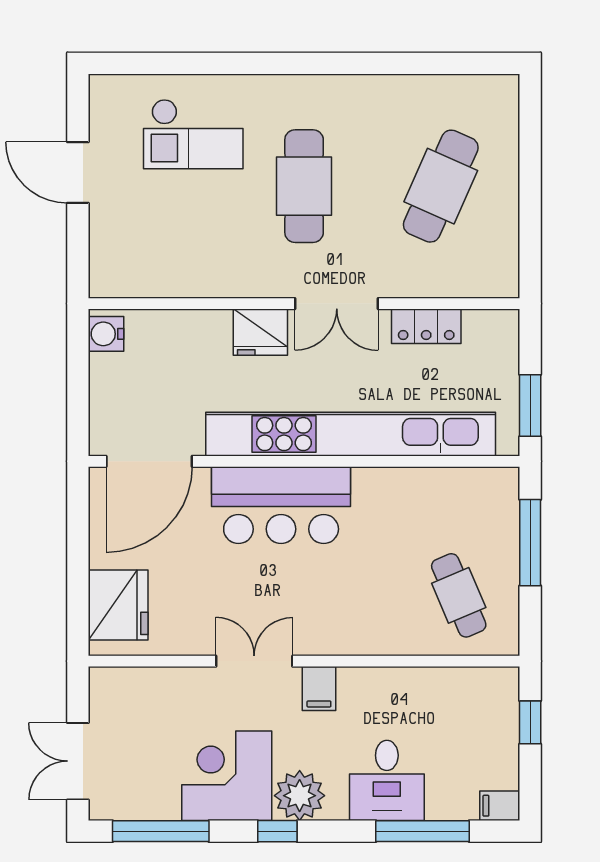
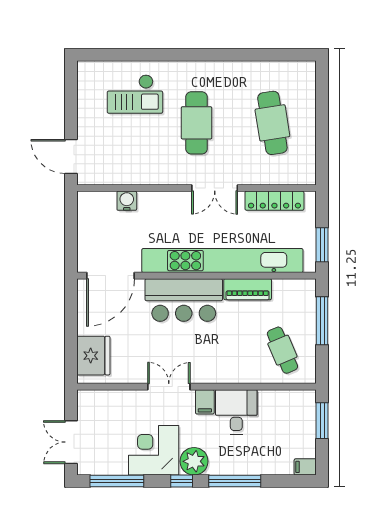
door: (78, 173) -> (71, 156), moved
cafe table: (441, 186) -> (272, 123), turned -33
locker: (426, 326) -> (274, 201), width x1.53
fridge: (260, 332) -> (172, 204), removed
water cooler: (106, 334) -> (127, 201), moved, turned 90
piano: (396, 486) -> (248, 289), added
window: (530, 722) -> (322, 421), width x1.50
desk: (387, 780) -> (236, 412), moved, turned 180
window: (422, 831) -> (235, 481), moved

